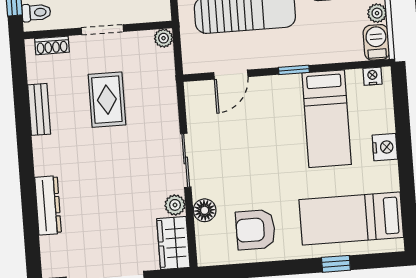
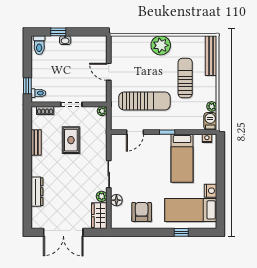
nightstand: (385, 147) -> (211, 191), moved
armchair: (256, 230) -> (142, 212), turned 90

